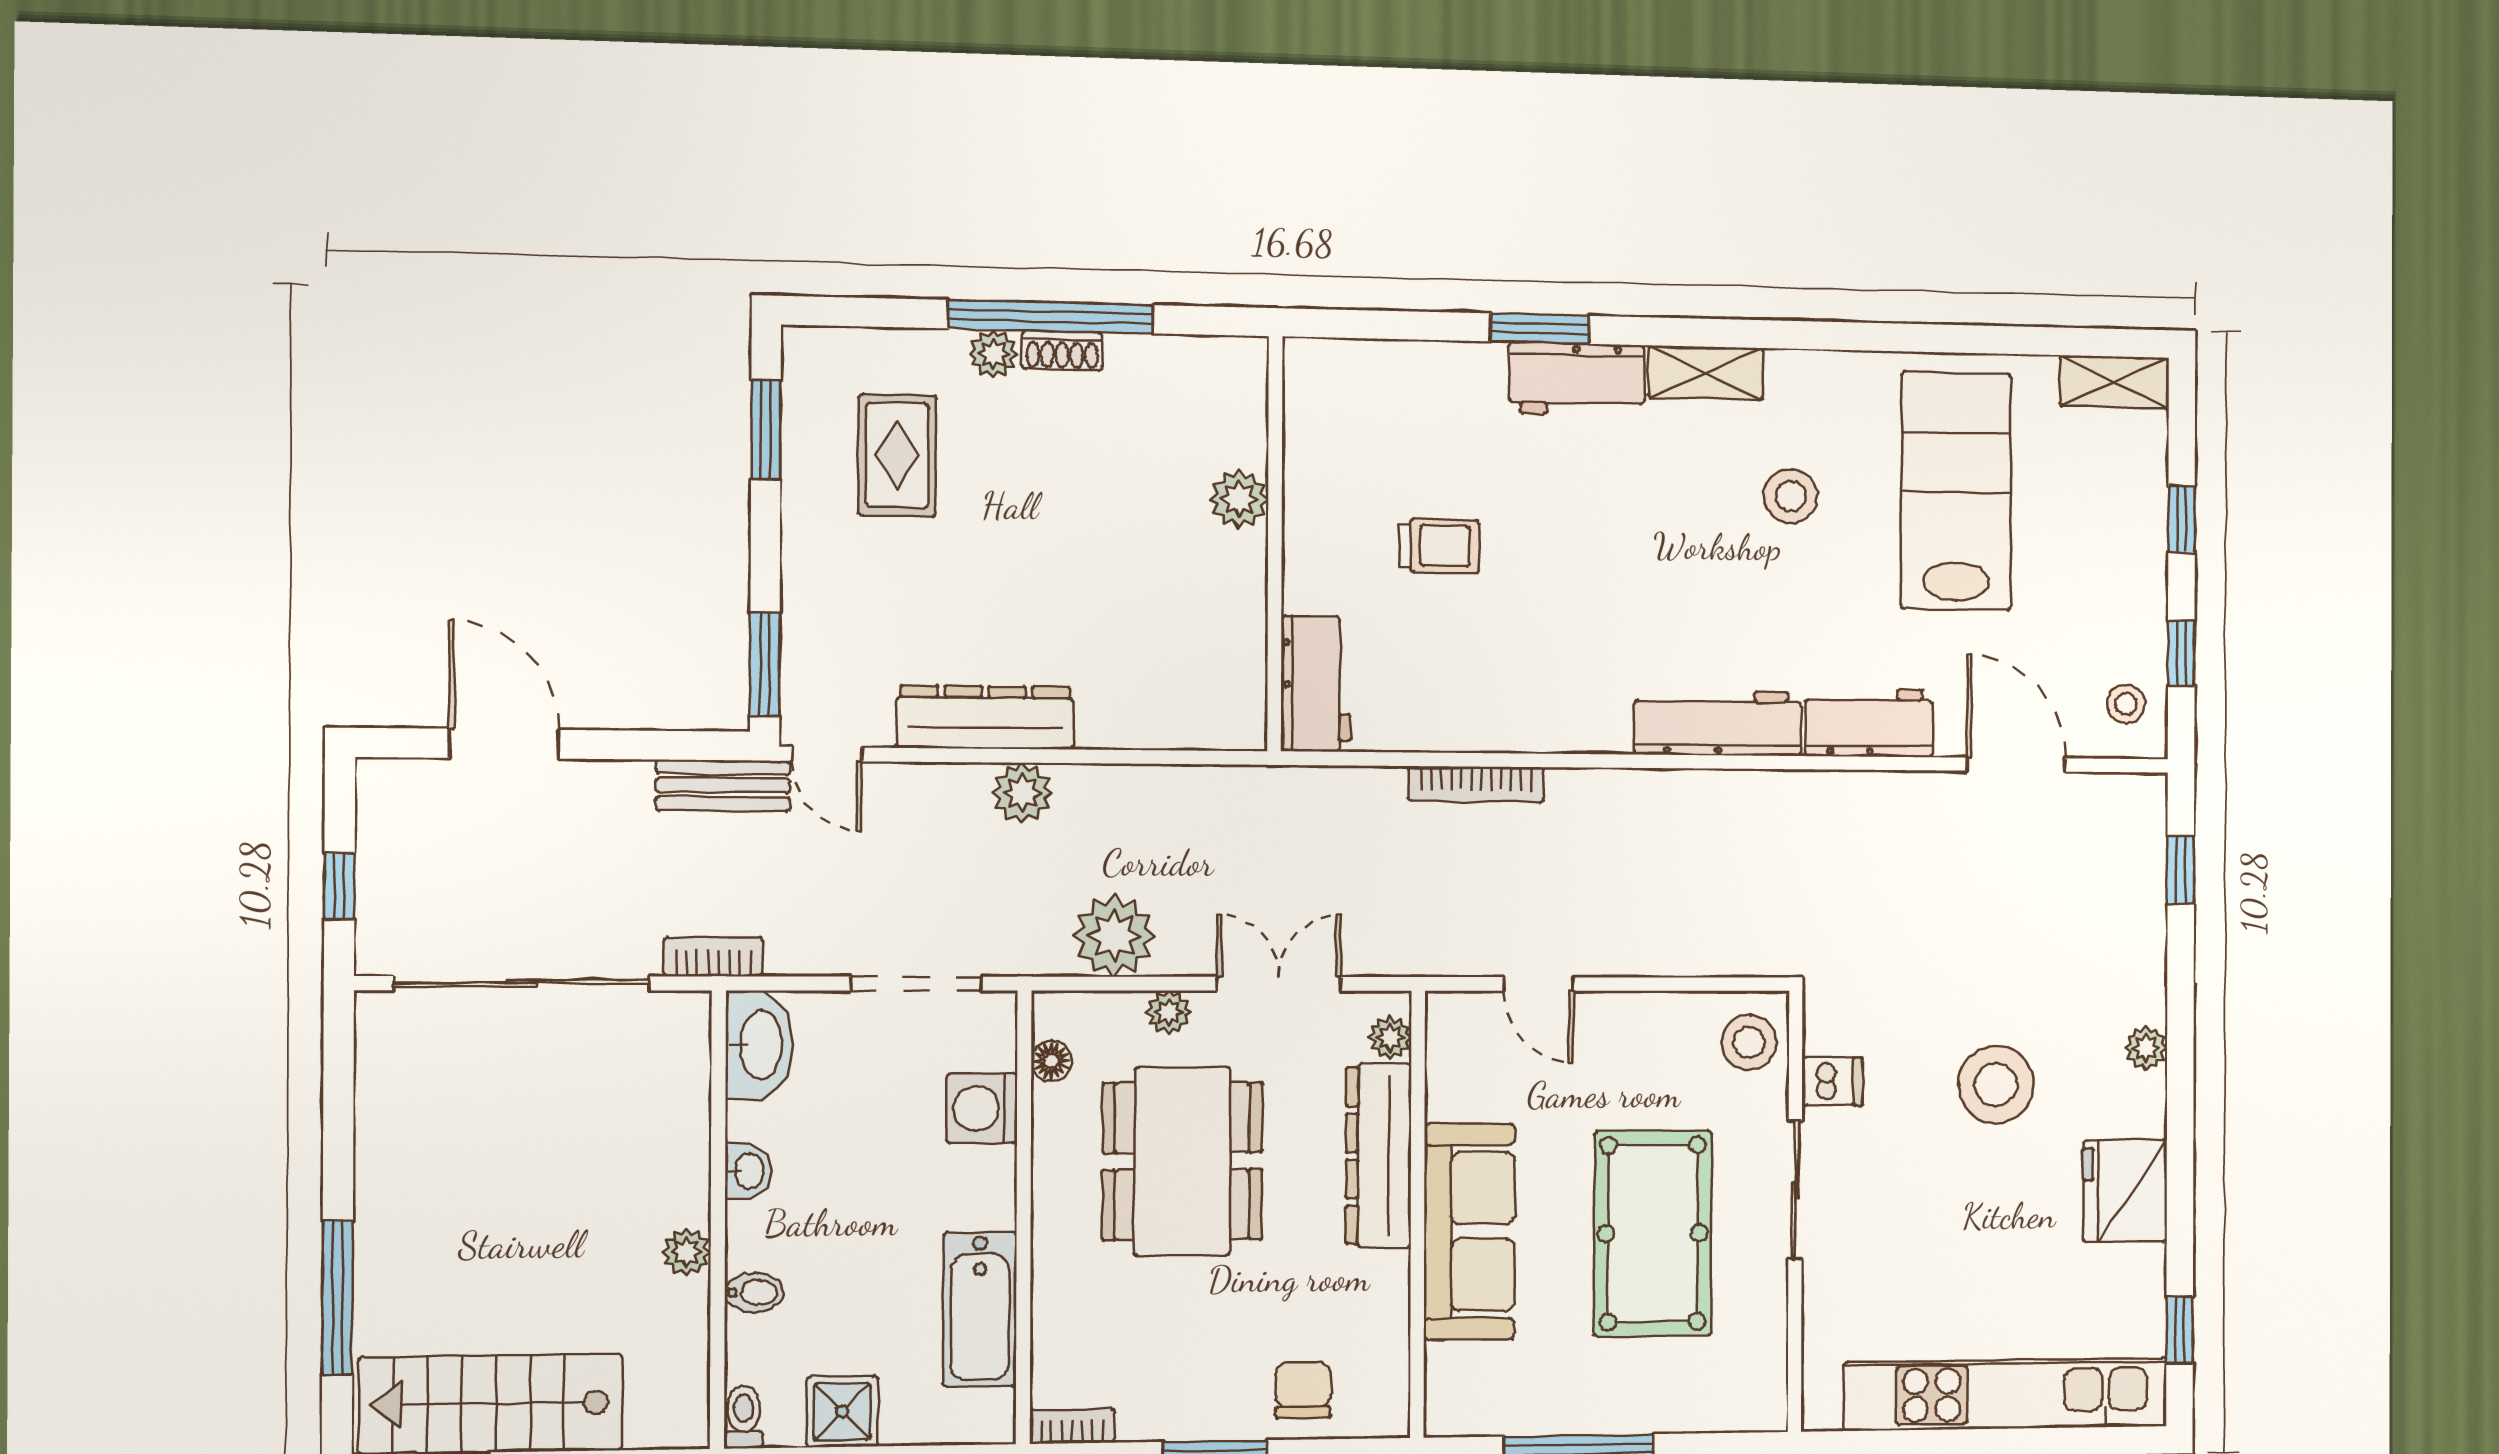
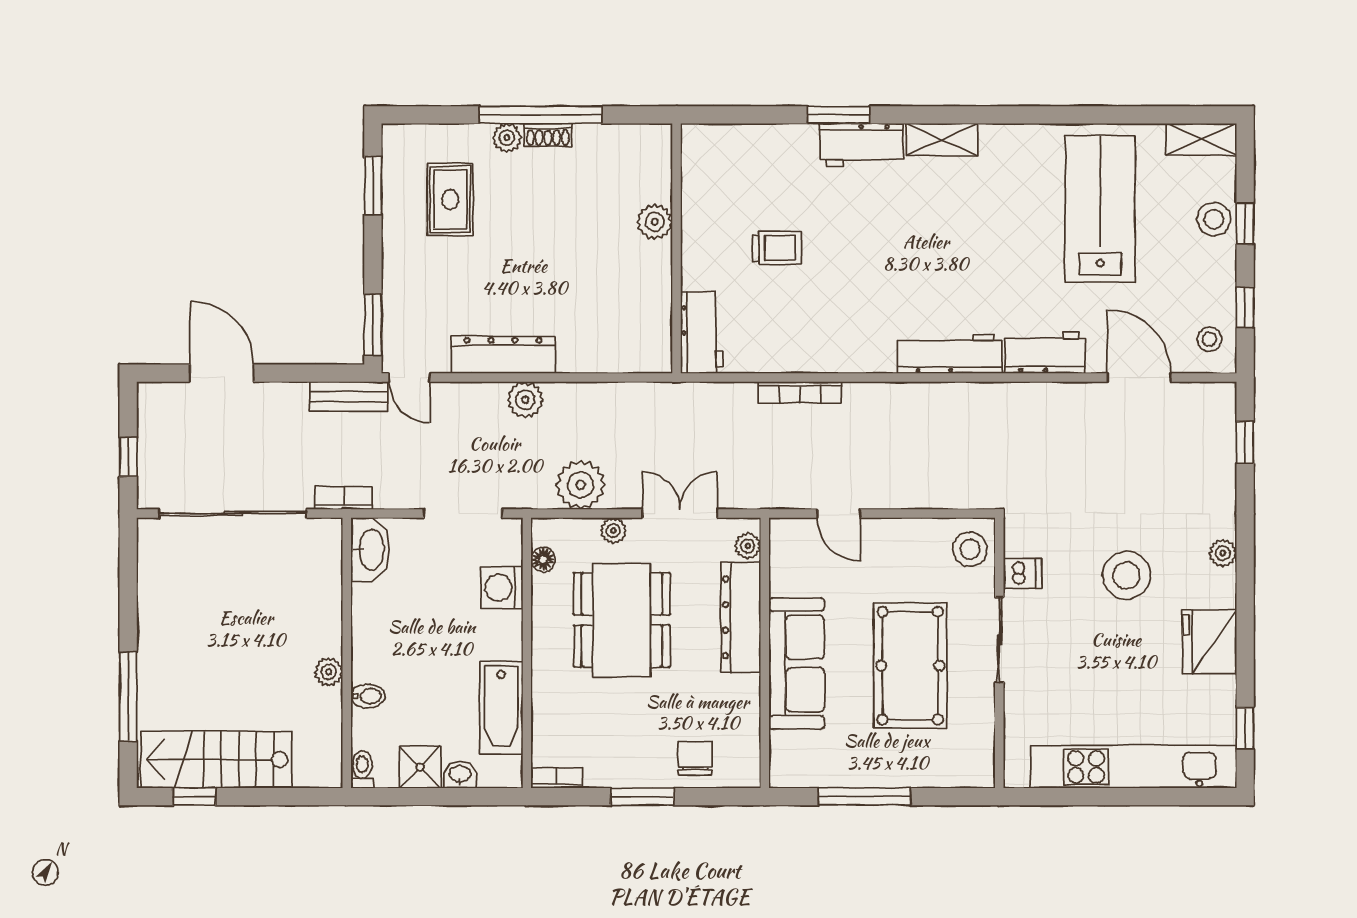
stool: (1791, 496) -> (1214, 219), moved
washbasin: (748, 1171) -> (460, 775), moved, turned -90

